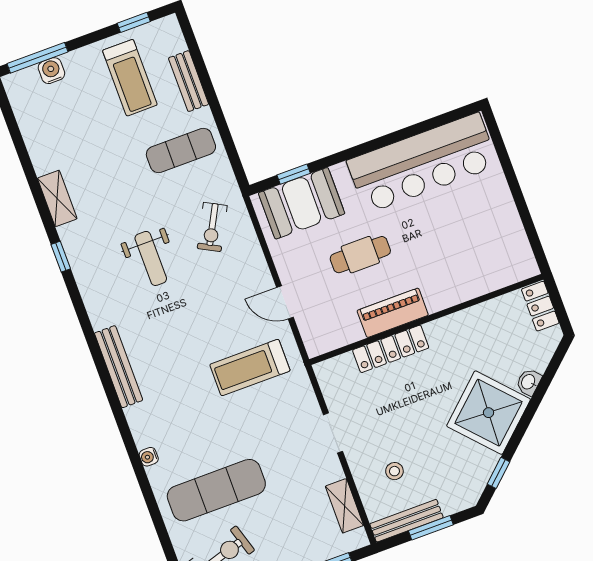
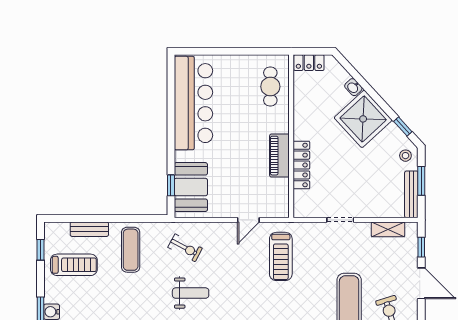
cafe table: (360, 255) -> (270, 87), moved
stool: (394, 471) -> (405, 156), moved

